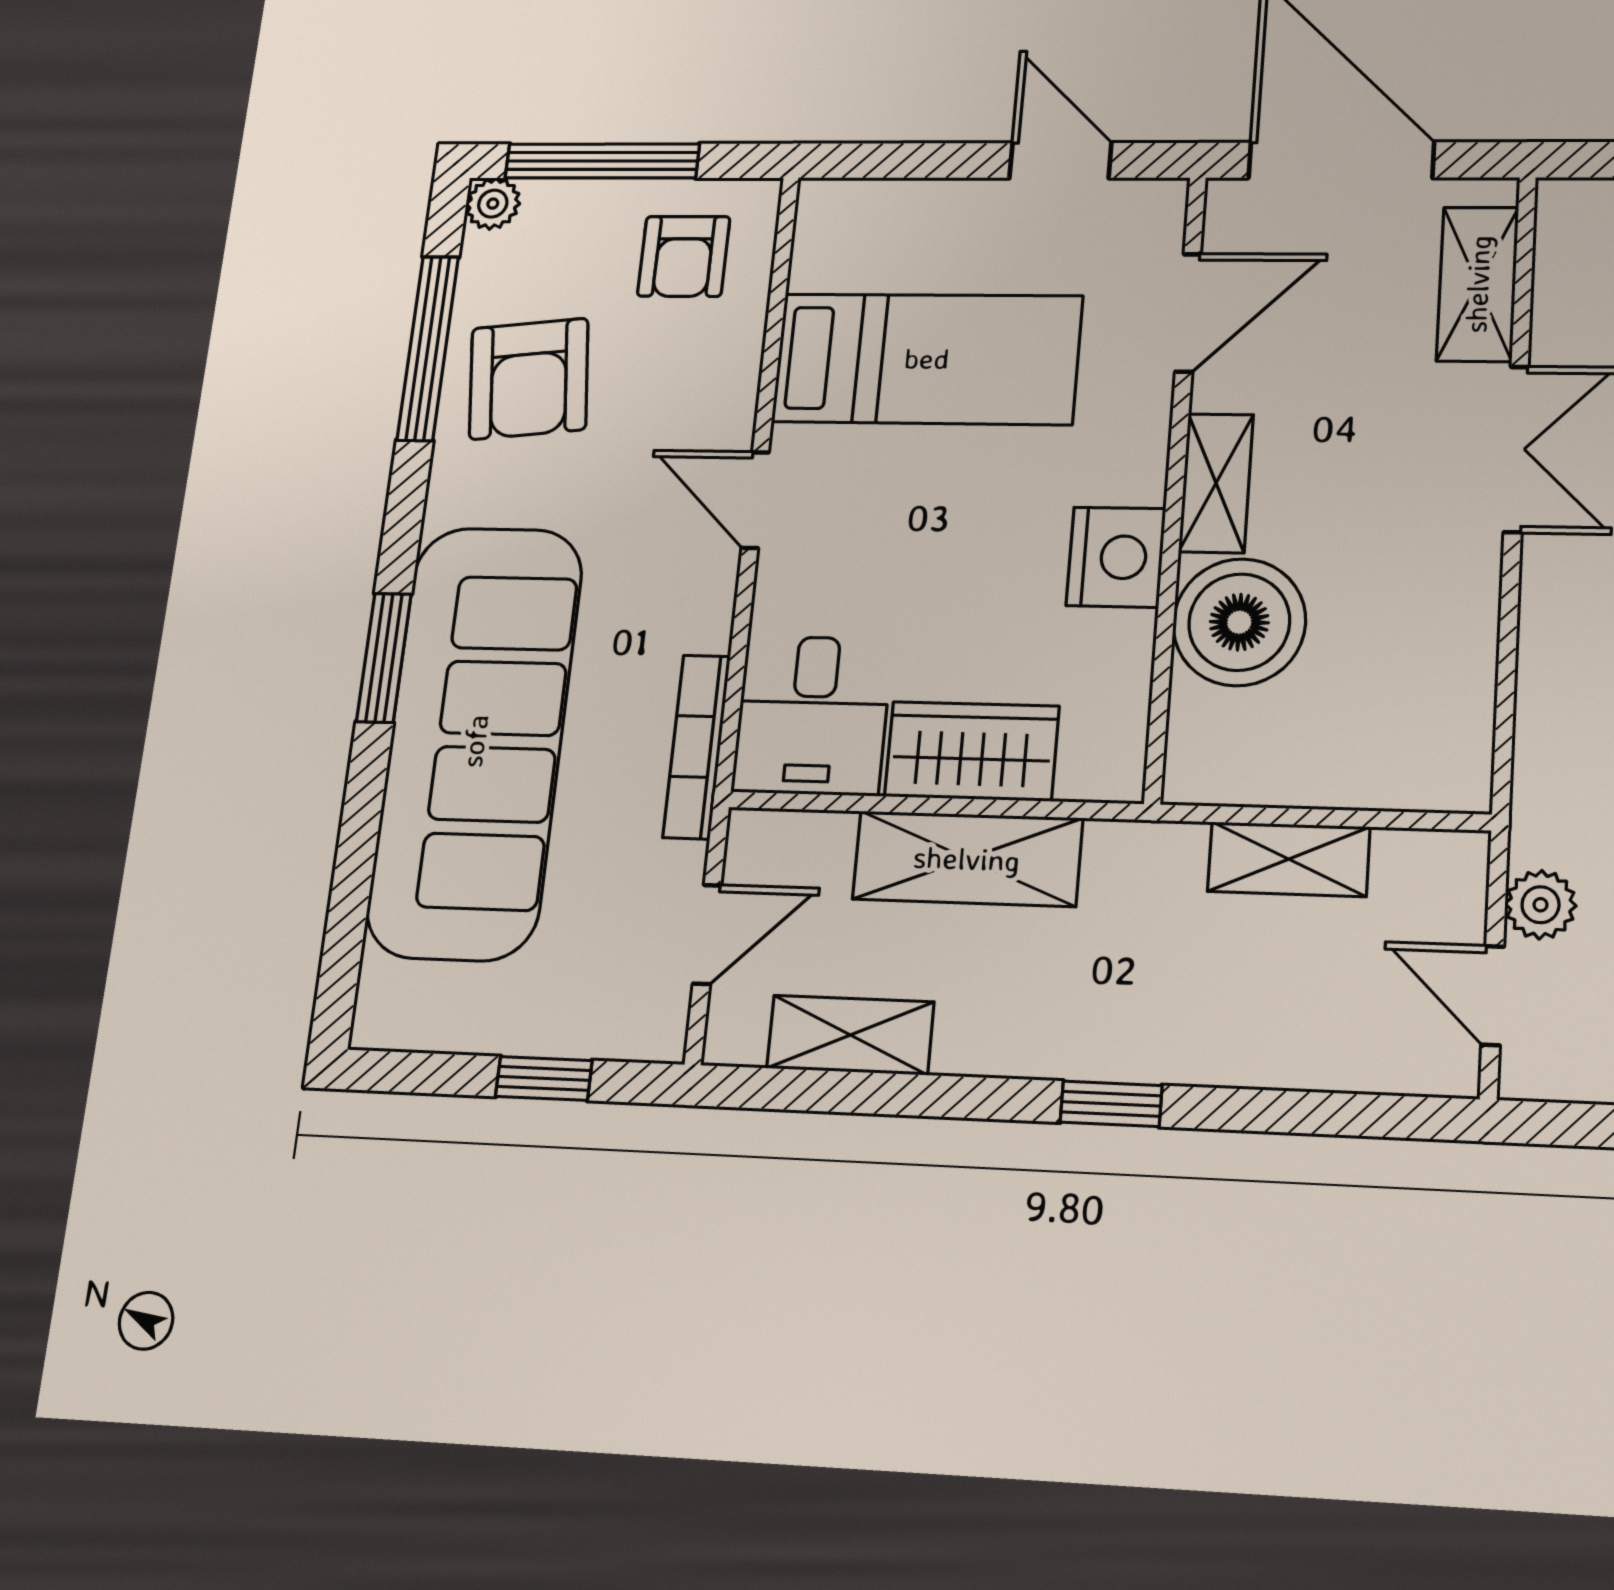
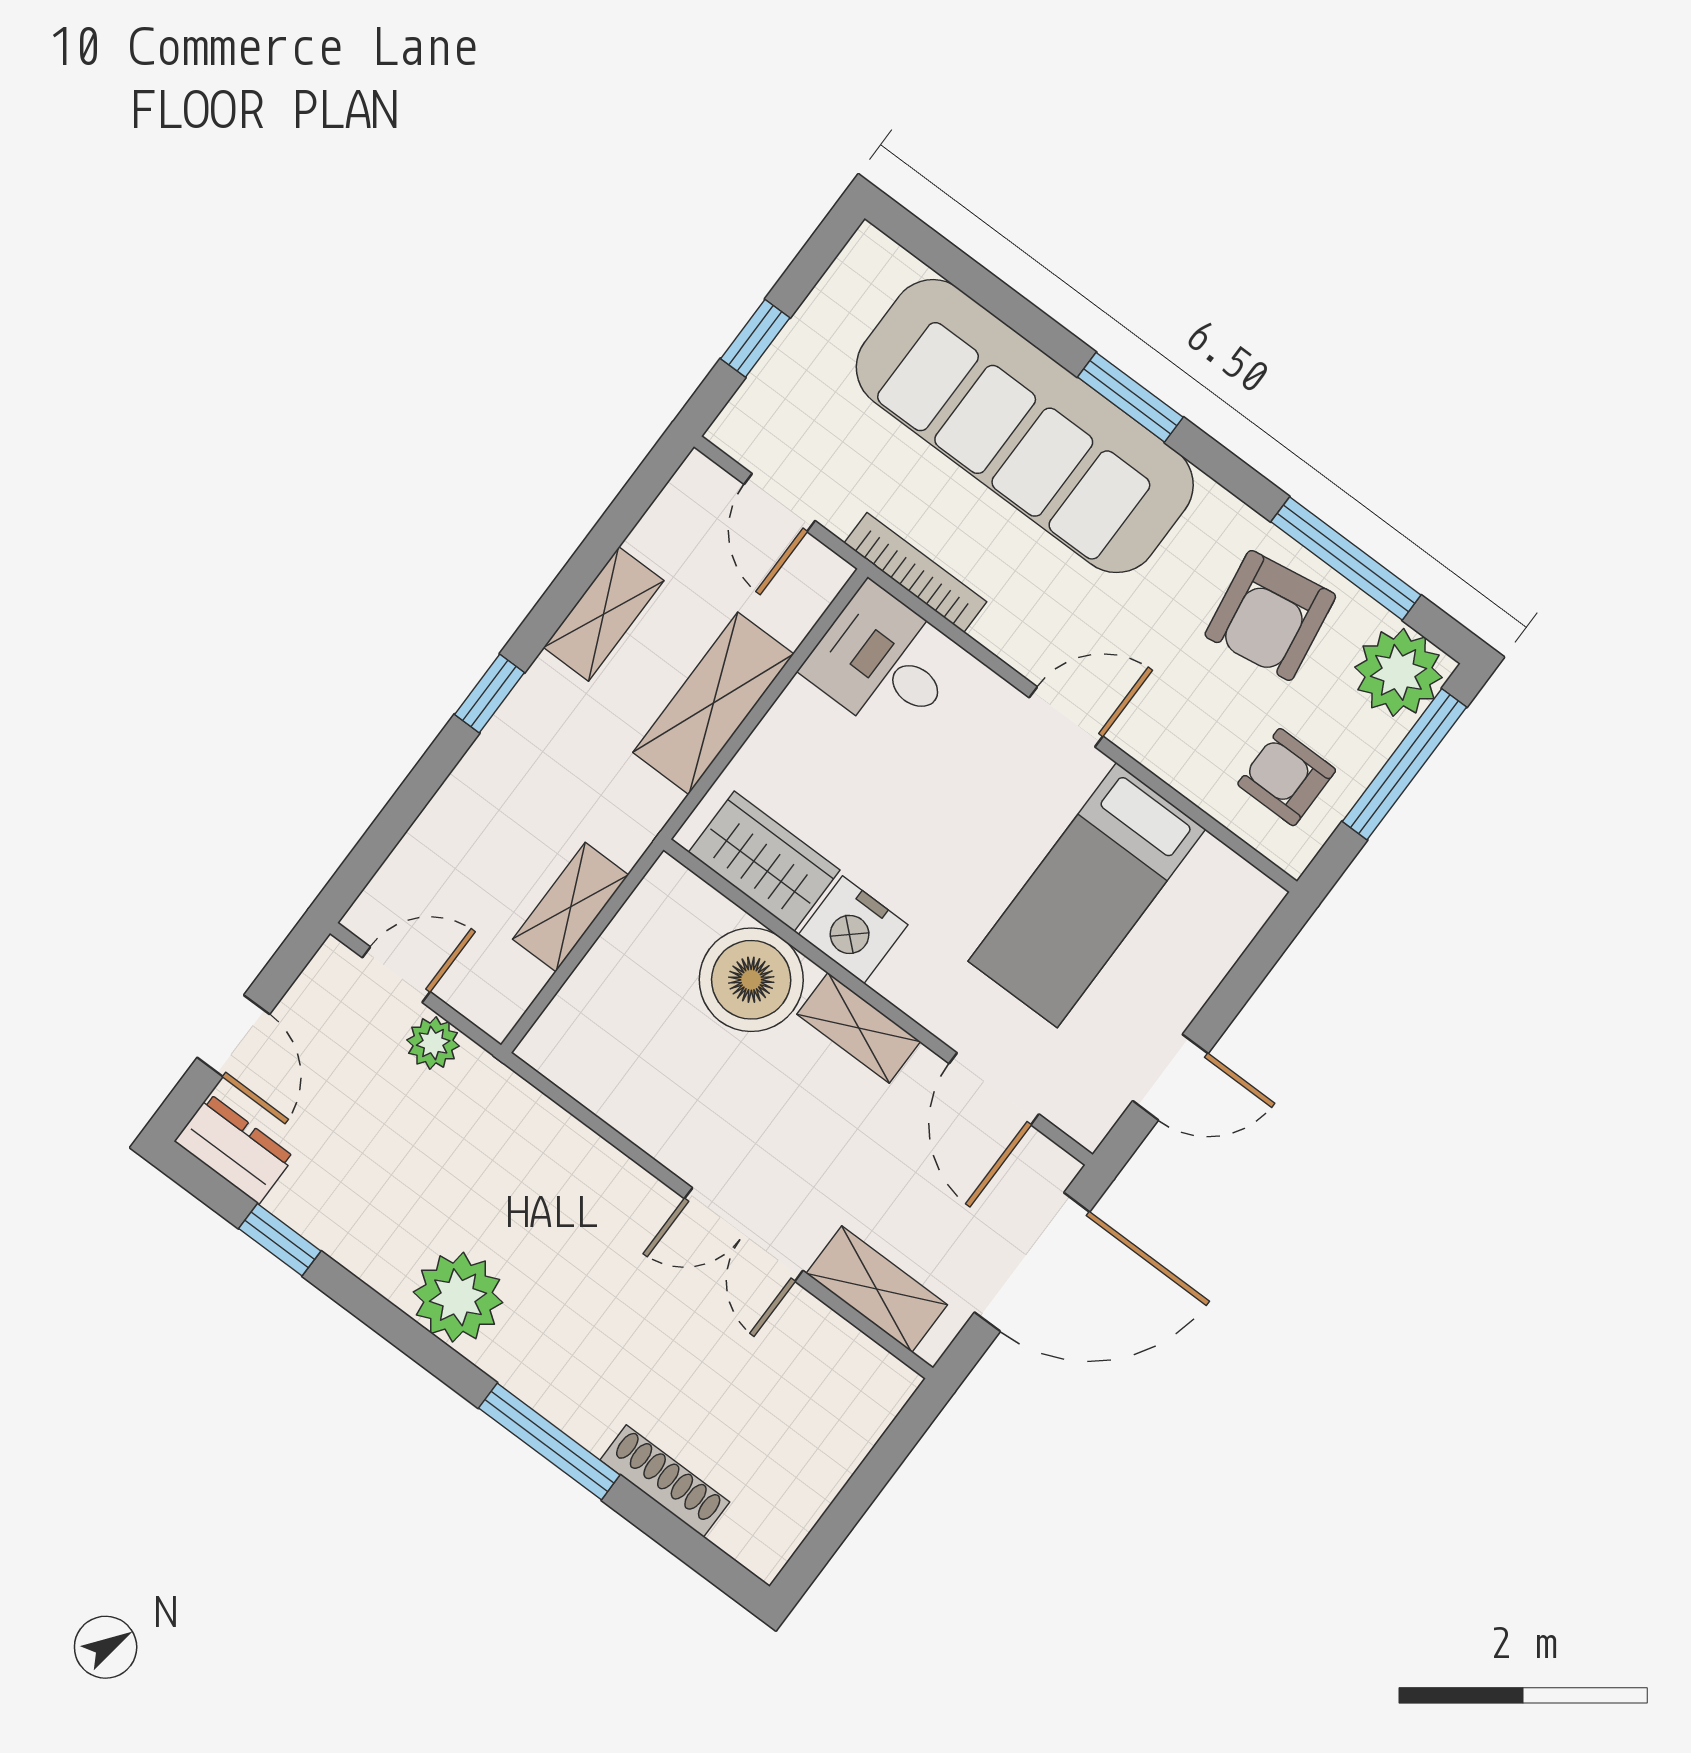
plant: (493, 204) -> (1398, 672), width x1.88, depth x1.88
armchair: (529, 379) -> (1270, 615), turned -93
wardrobe: (972, 751) -> (764, 861), moved, turned -90
shelving: (850, 1035) -> (604, 614), moved

